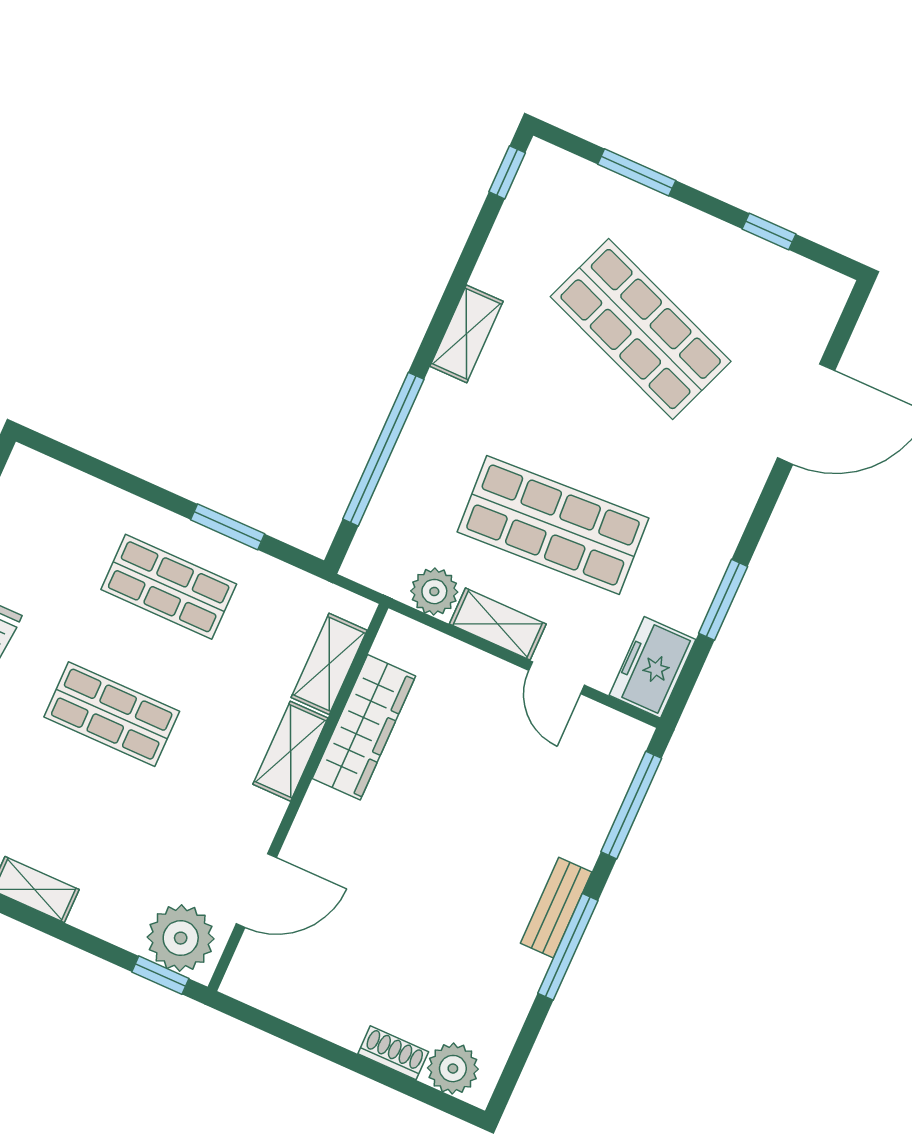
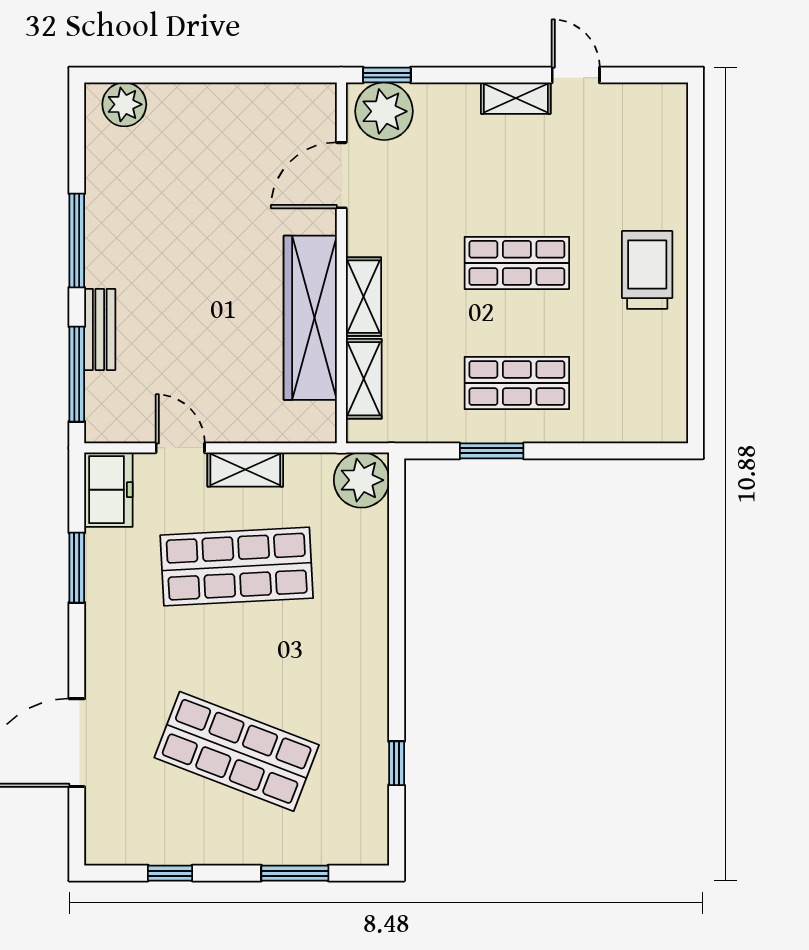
window: (507, 172) -> (397, 763), moved
shelving: (467, 334) -> (372, 686), removed
window: (383, 449) -> (397, 567), removed
plant: (434, 592) -> (361, 480), moved, width x1.36, depth x1.36
wardrobe: (364, 727) -> (310, 318), width x1.40, depth x1.17
bench: (556, 908) -> (100, 329), moved
shoe rack: (393, 1053) -> (177, 96), removed

